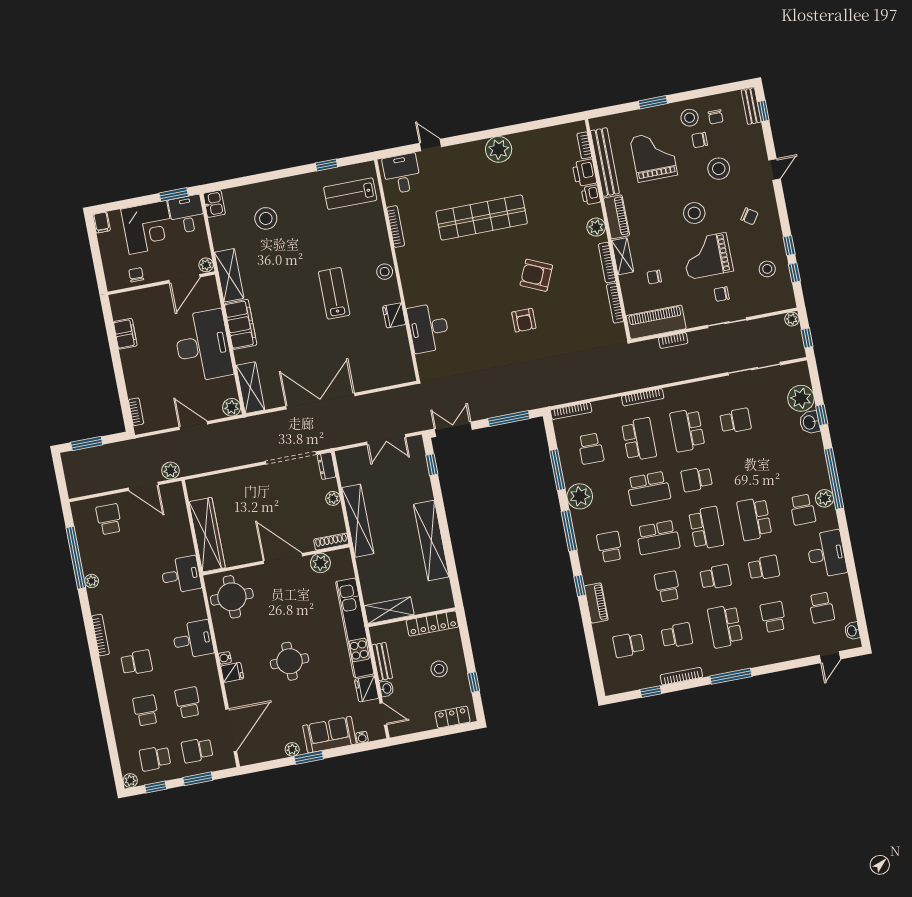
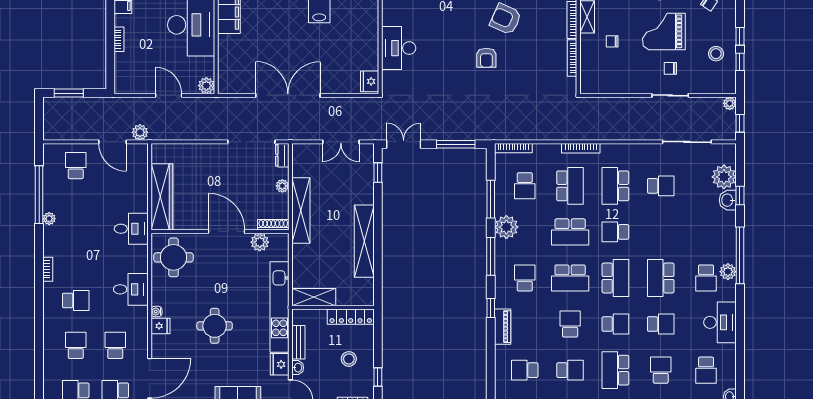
fridge: (394, 315) -> (370, 81), moved
piano: (656, 322) -> (606, 82), removed
bookcase: (673, 341) -> (618, 102), removed
shelving: (250, 388) -> (227, 71), removed
bookcase: (136, 412) -> (119, 39), moved
bookcase: (100, 635) -> (48, 269), width x0.64

